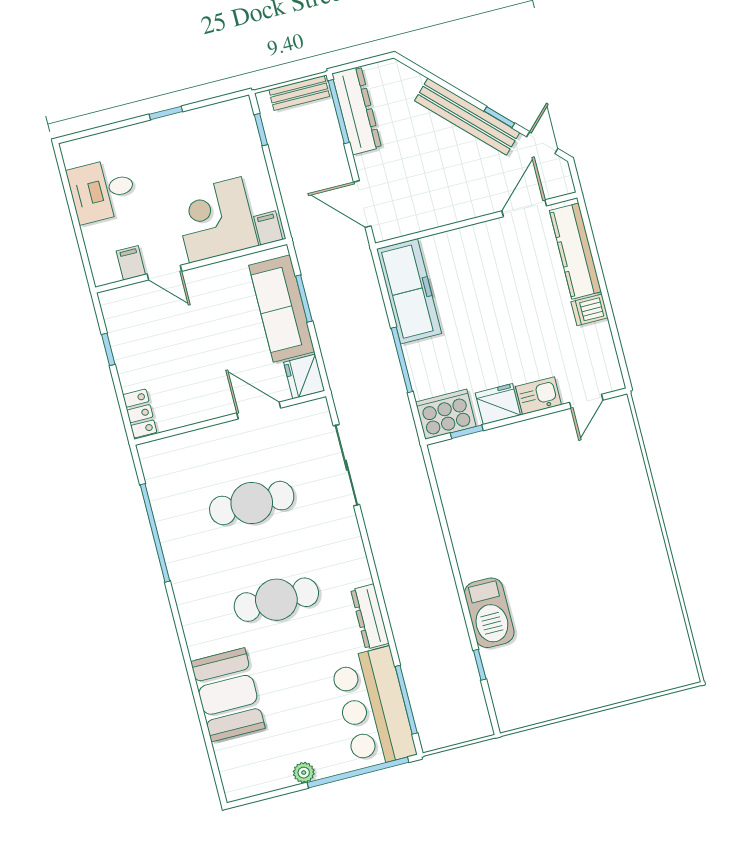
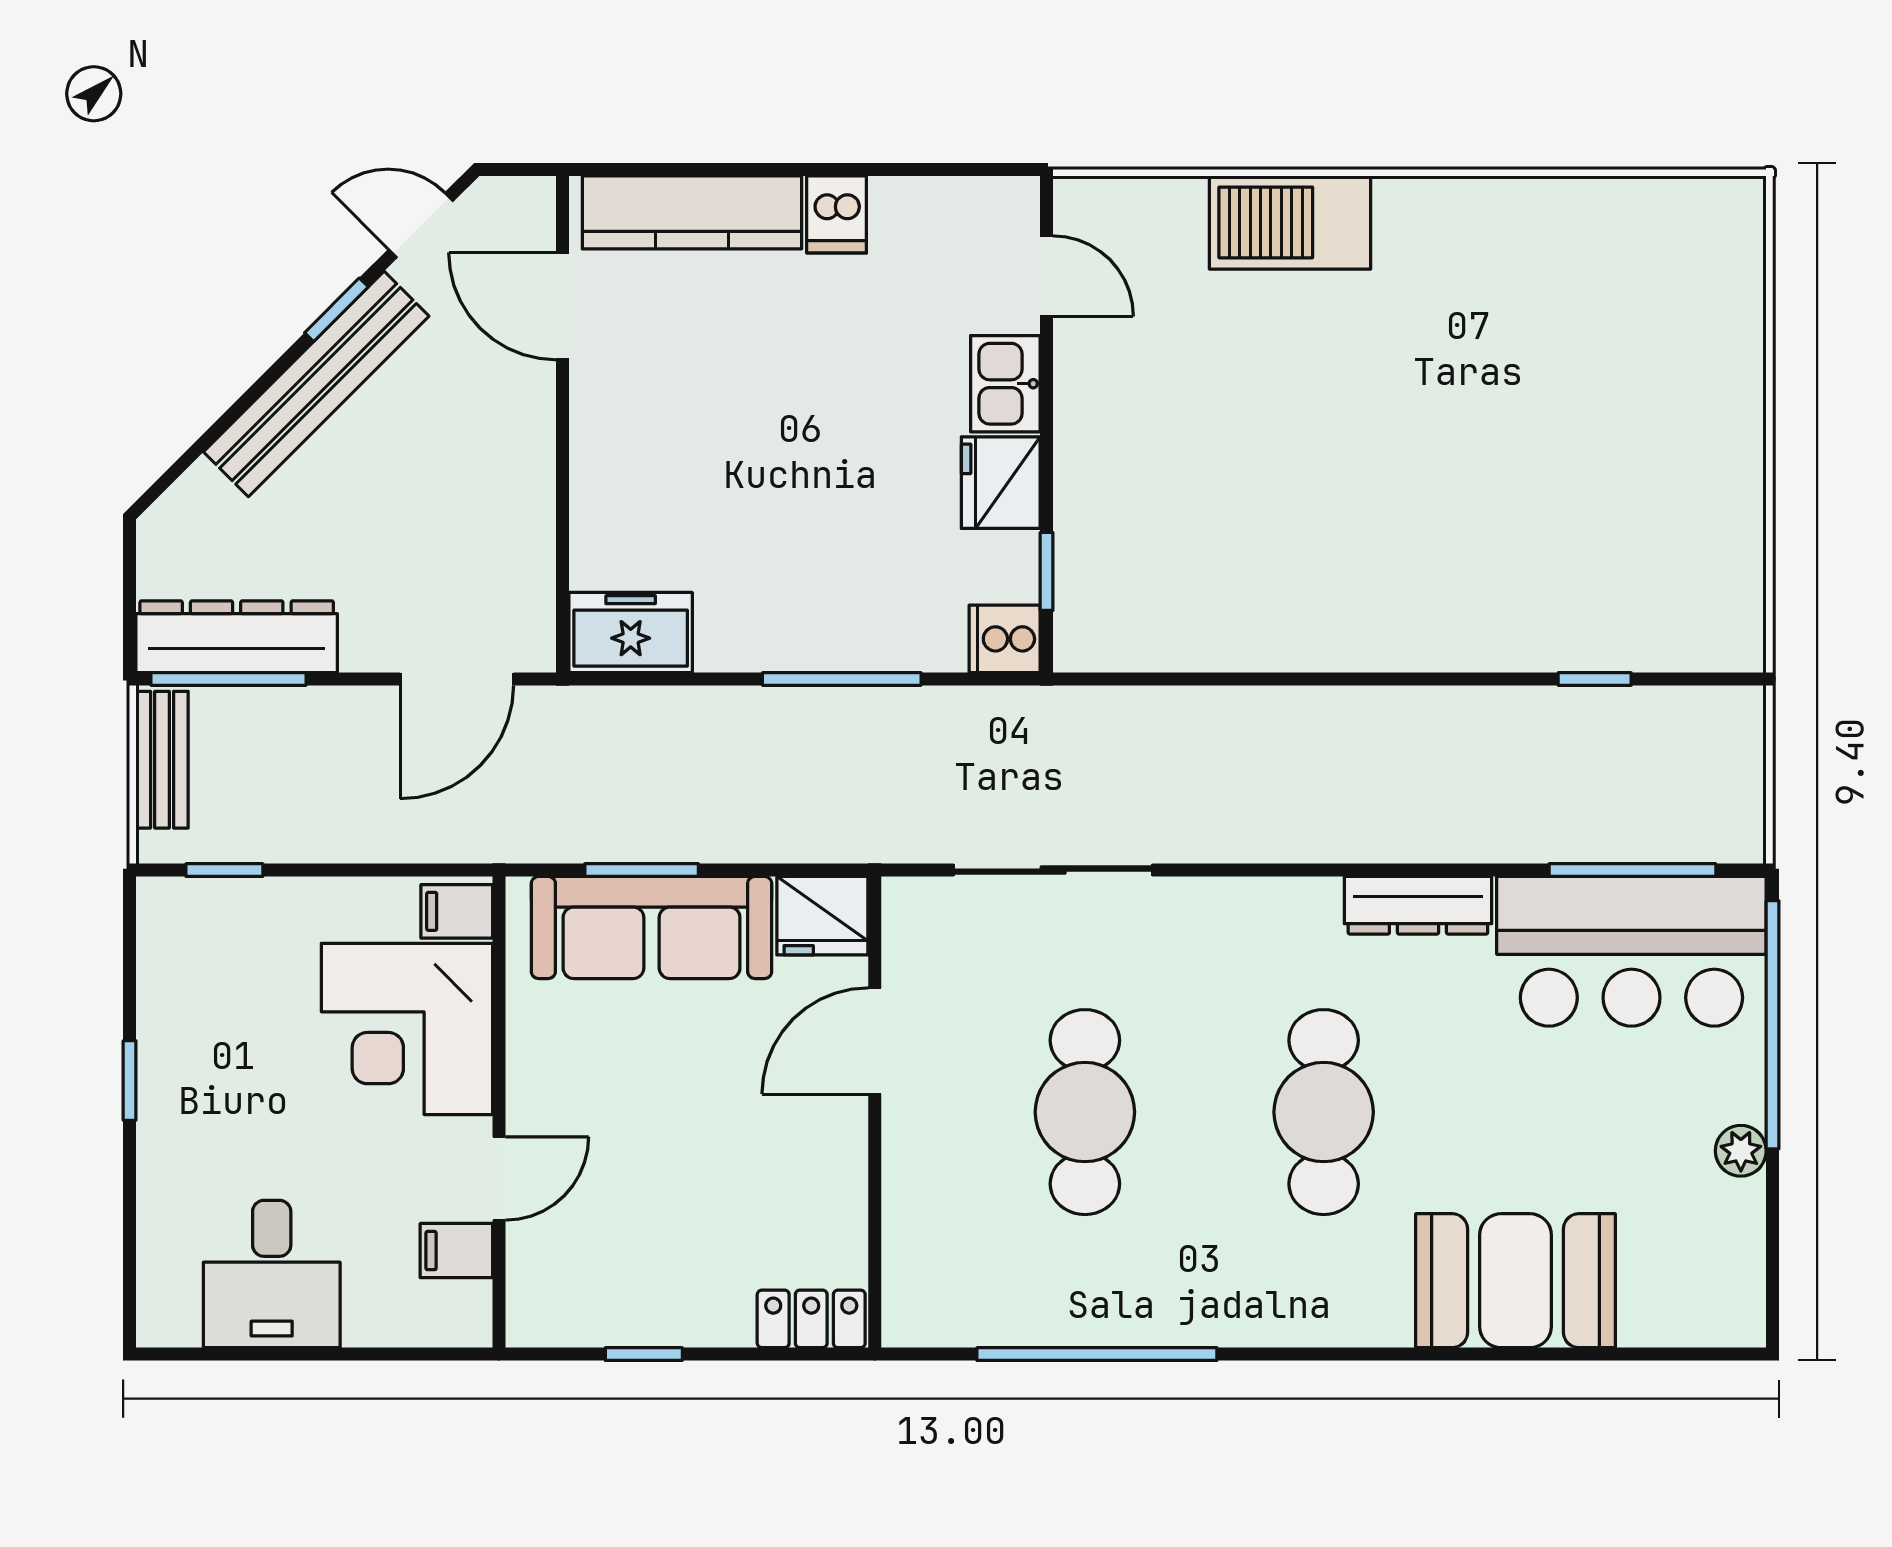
freezer: (409, 291) -> (631, 633), width x0.52, depth x0.79
cooker: (446, 414) -> (1005, 639), width x0.53, depth x0.76
barbecue: (489, 613) -> (1290, 222), moved, turned 180

